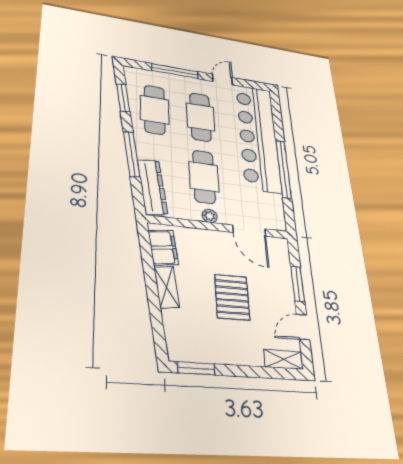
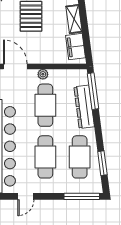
window: (175, 71) -> (82, 196), moved
window: (132, 154) -> (93, 91), moved
dresser: (152, 187) -> (84, 107), moved

